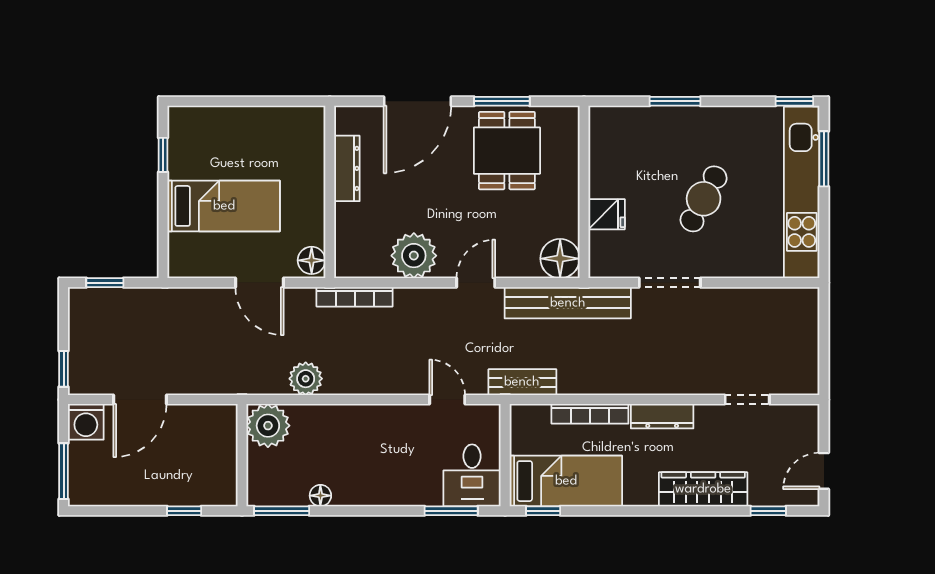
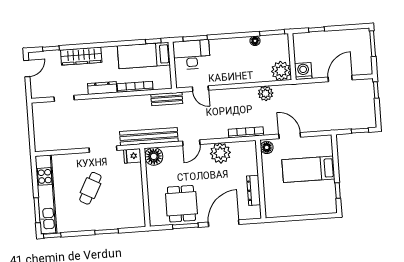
fridge: (607, 214) -> (132, 156), moved
washing machine: (86, 422) -> (303, 71), moved
desk: (472, 475) -> (192, 55), width x1.37

